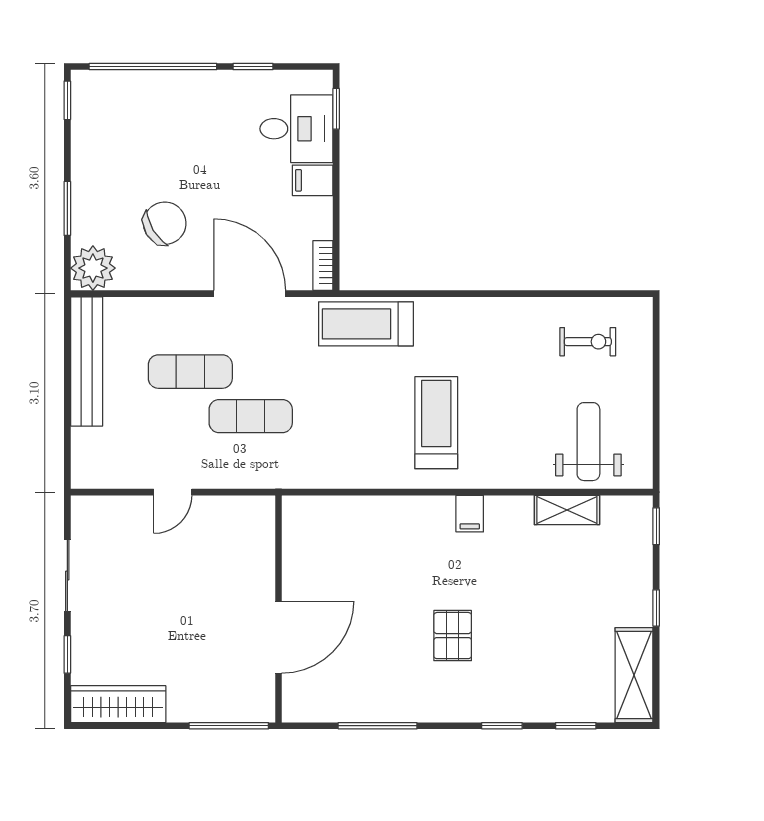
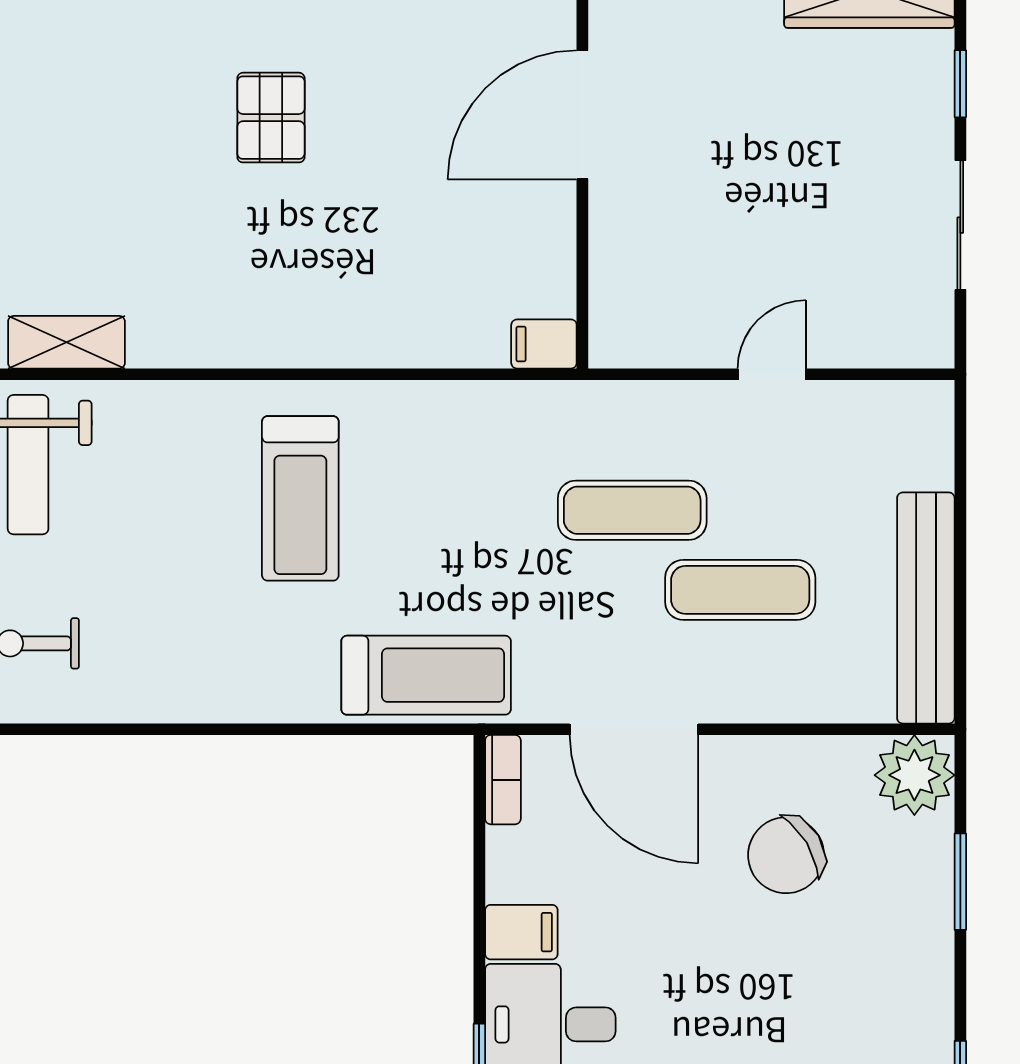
filing cabinet: (470, 514) -> (544, 344), moved, turned -90

